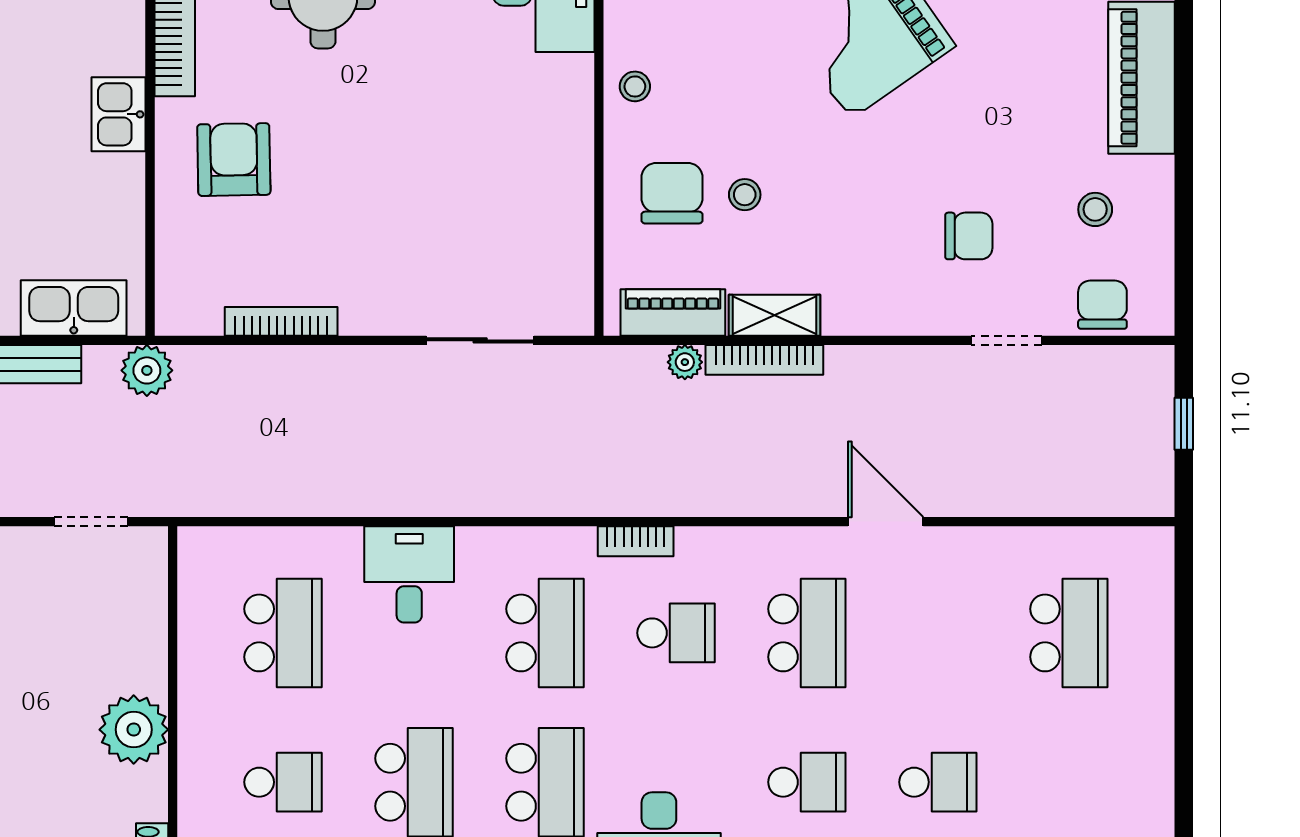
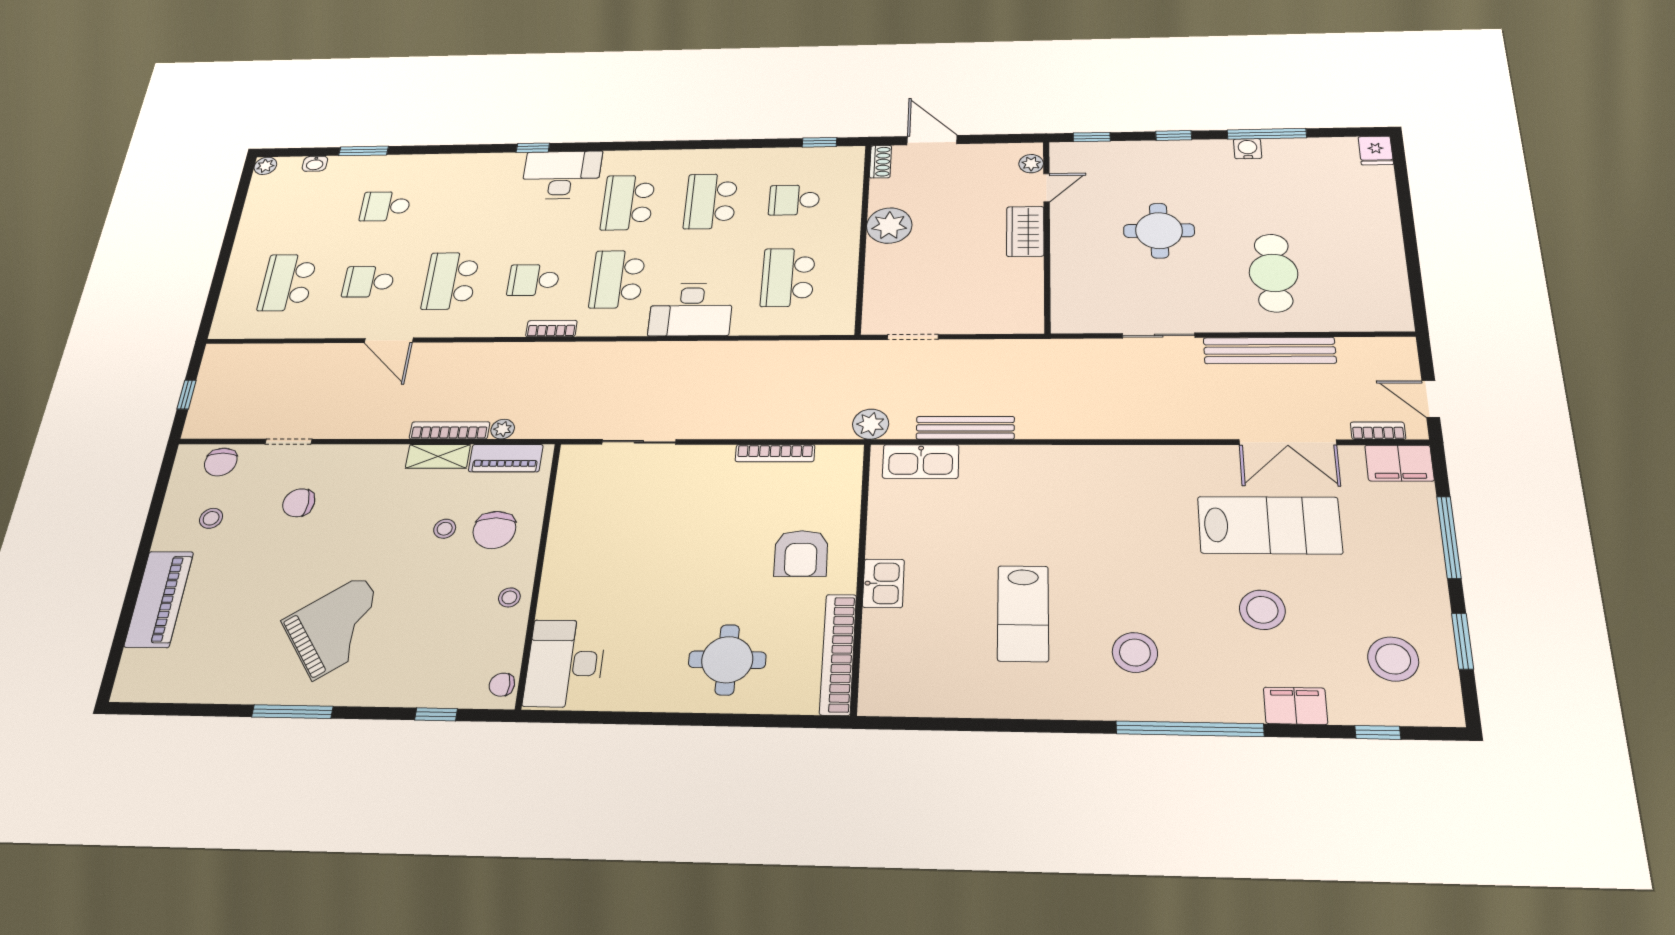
desk: (409, 574) -> (691, 310), width x1.37
school desk: (807, 782) -> (369, 282), moved

